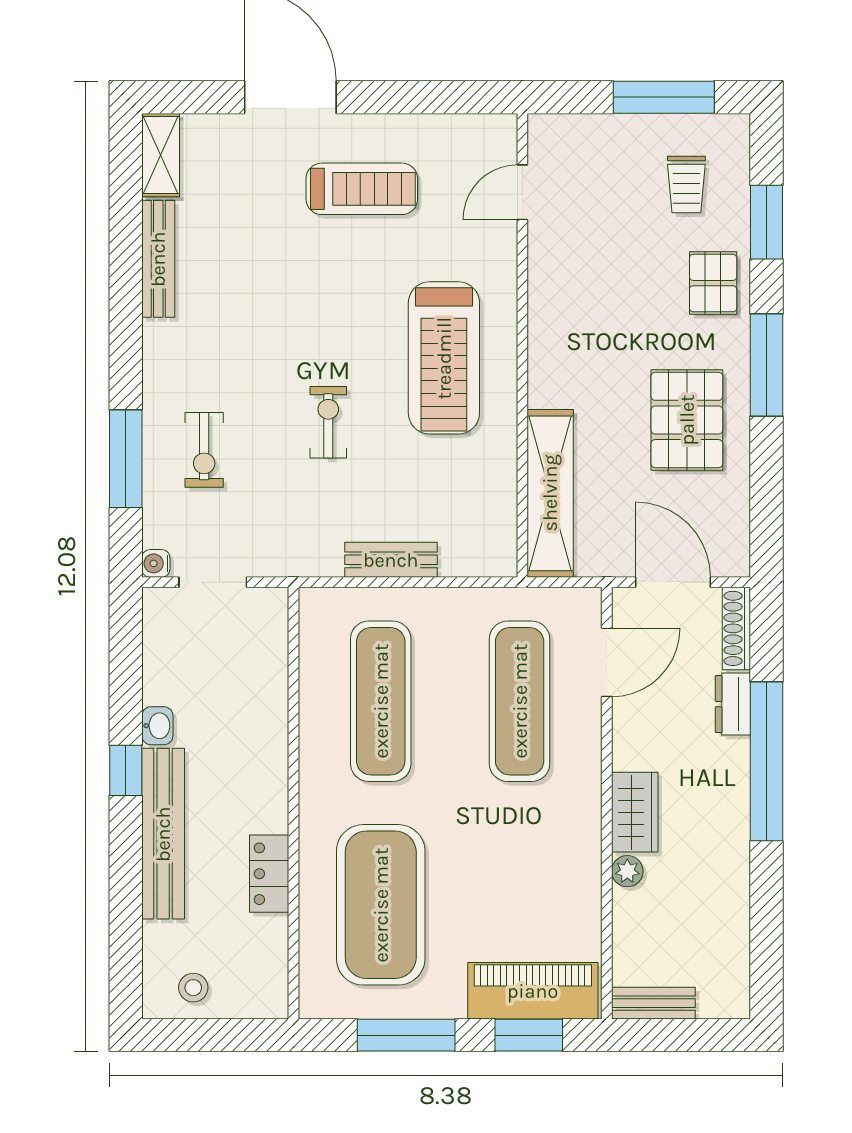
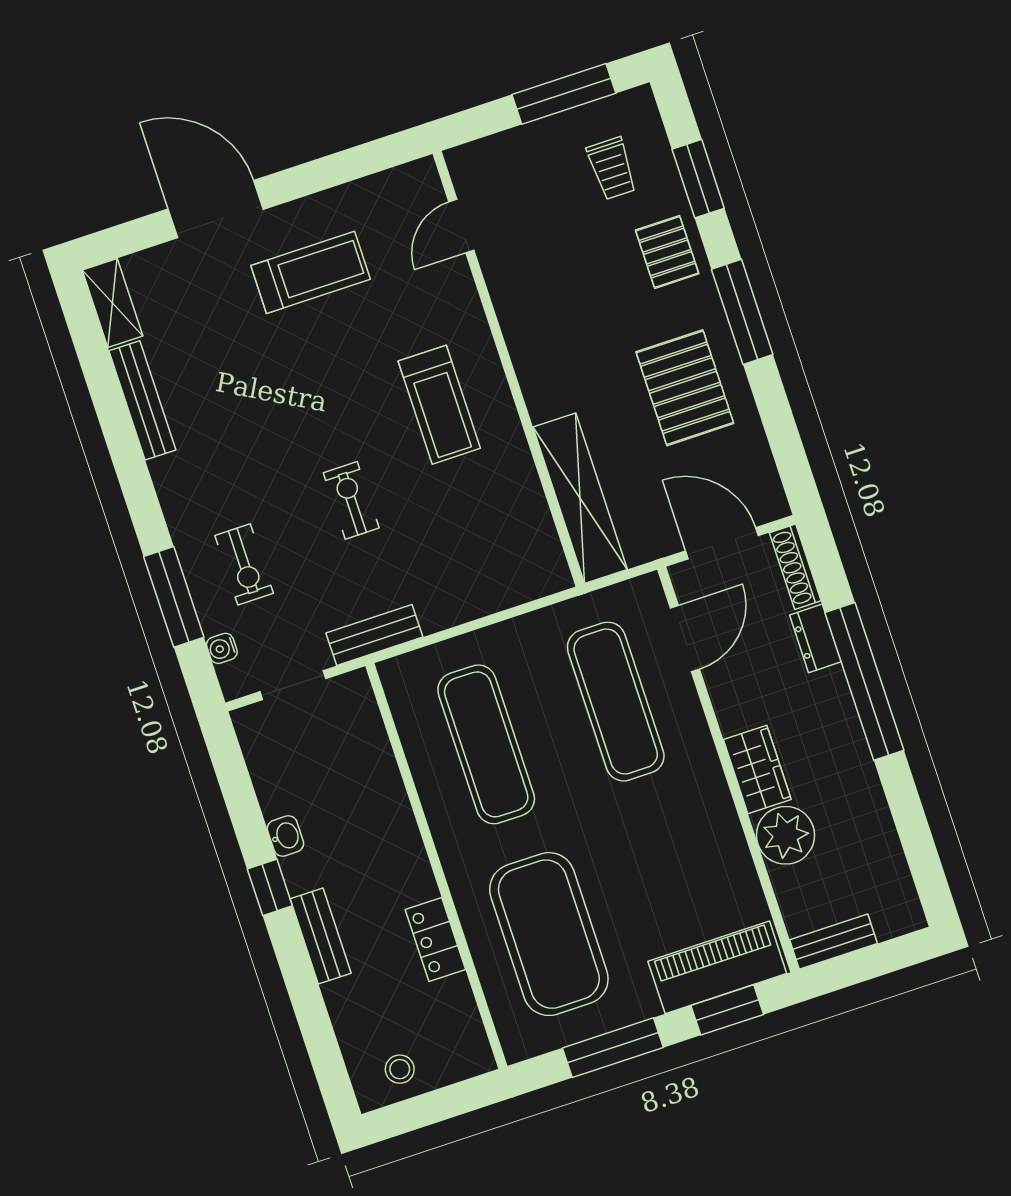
treadmill: (444, 358) -> (439, 405), width x0.73, depth x0.73
bench: (391, 560) -> (374, 635), moved
water cooler: (156, 563) -> (222, 648), moved
bench: (163, 834) -> (321, 936), width x0.54, depth x0.82
plant: (627, 871) -> (785, 835), width x1.87, depth x1.87

